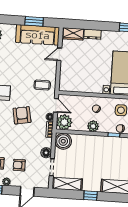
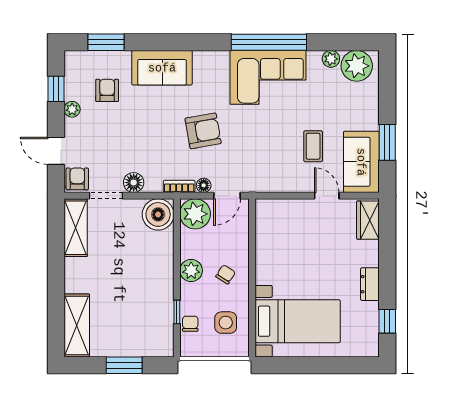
dresser: (93, 34) -> (370, 284), moved
sofa: (38, 35) -> (361, 162), width x0.73
coffee table: (42, 85) -> (313, 146), moved
armchair: (19, 165) -> (77, 179), moved
window: (90, 196) -> (56, 274), removed

